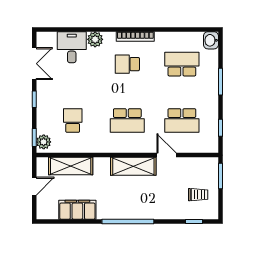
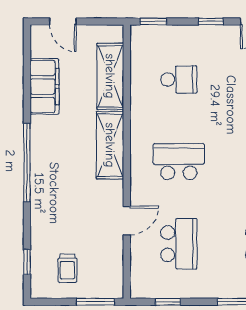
school desk: (127, 120) -> (179, 162), turned 90
school desk: (182, 120) -> (179, 244), turned 180
plant: (44, 142) -> (147, 36), removed
shelving: (133, 166) -> (110, 145), moved
door: (34, 186) -> (63, 21), moved

